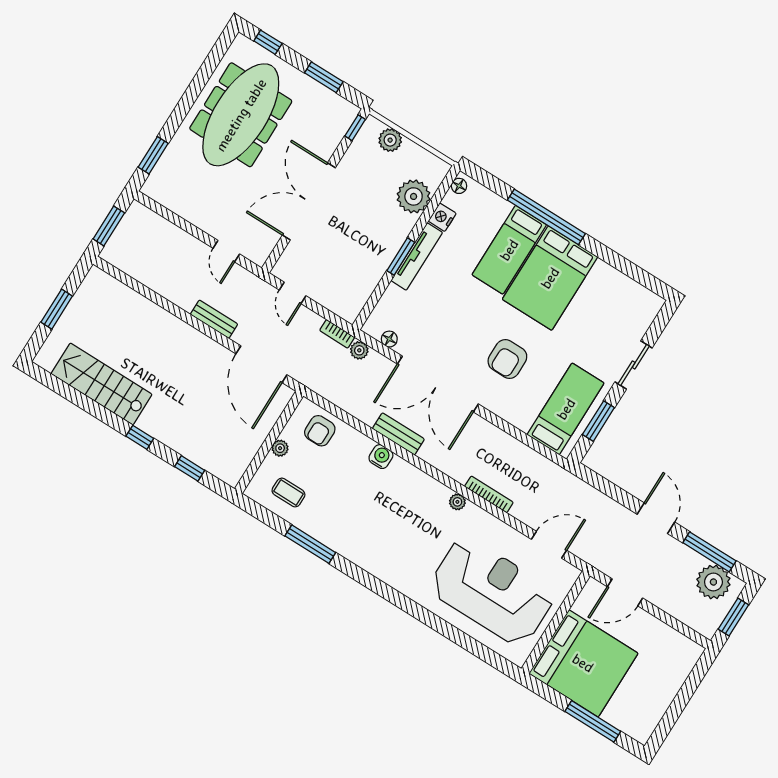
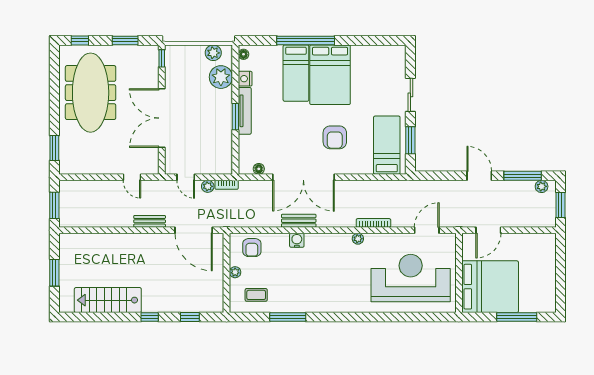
plant: (390, 140) -> (213, 53), moved
plant: (359, 350) -> (208, 186), moved
plant: (713, 582) -> (542, 186), width x0.53, depth x0.53

